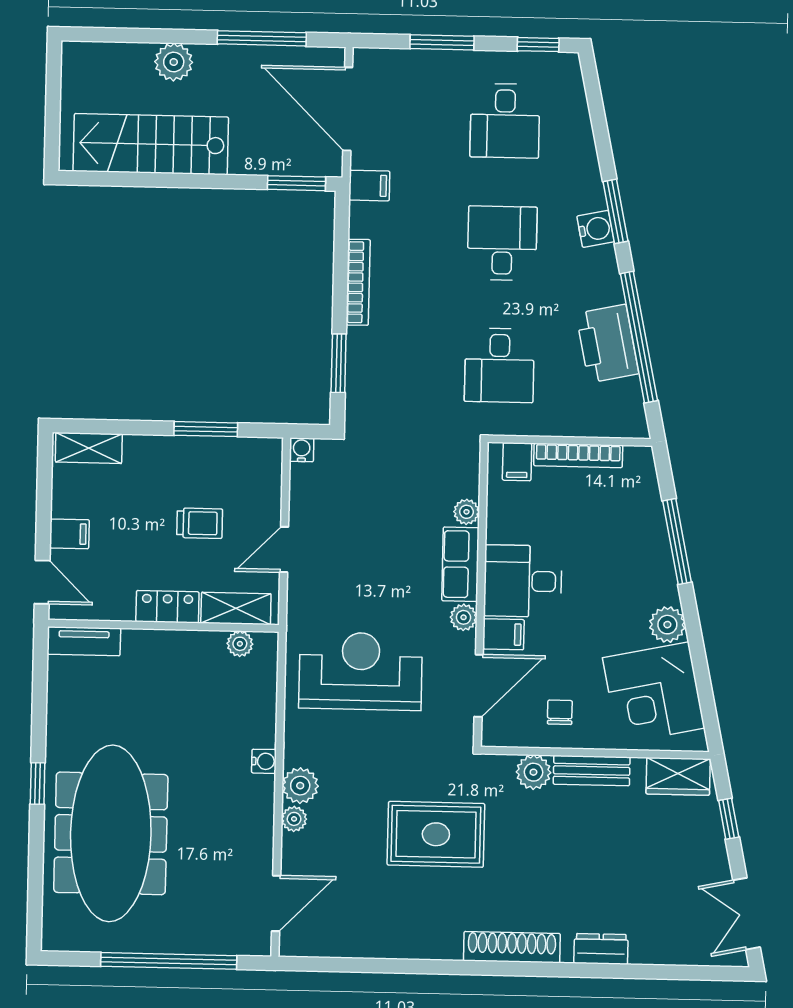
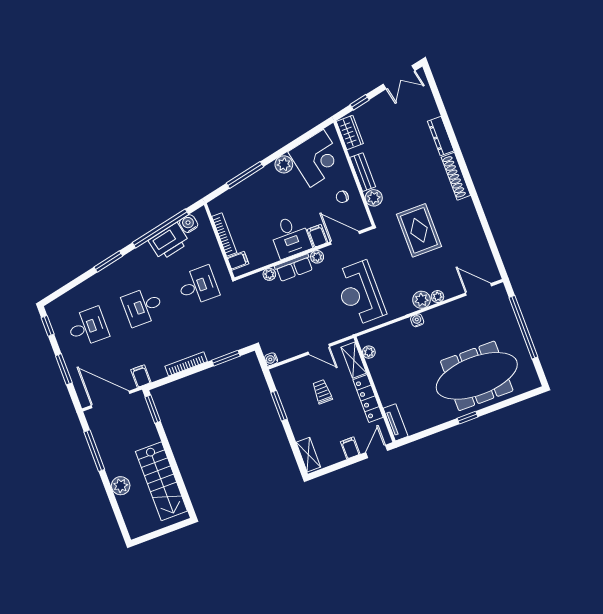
door: (348, 109) -> (110, 400), swing flipped
water cooler: (596, 229) -> (189, 224), moved
locker: (167, 607) -> (368, 398), width x1.53
dresser: (601, 949) -> (441, 136), width x1.44

